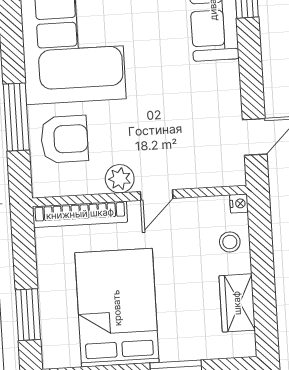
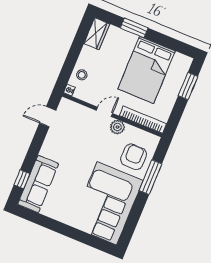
armchair: (64, 139) -> (134, 157), turned 90
wardrobe: (237, 303) -> (97, 34), moved

